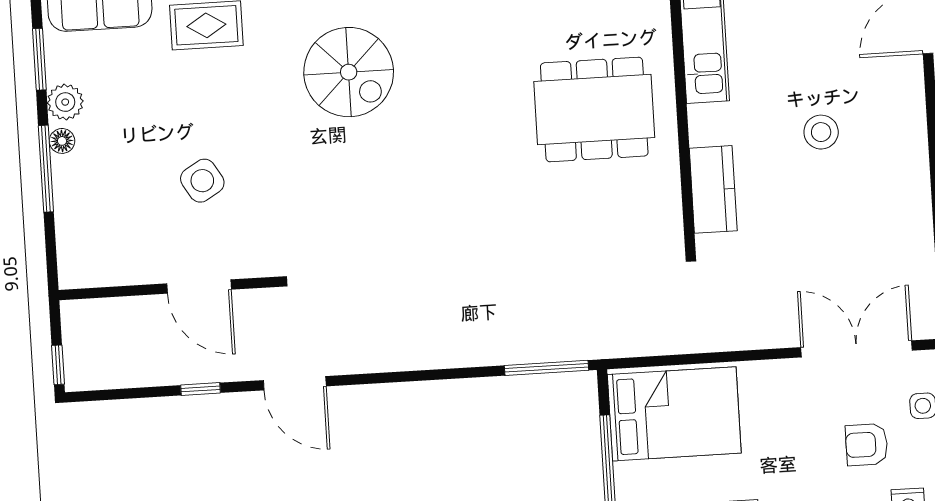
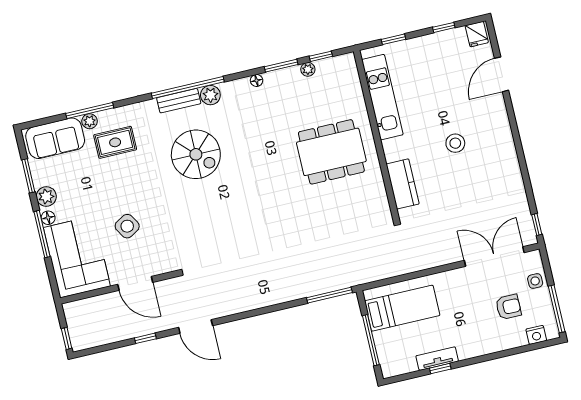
corner sofa: (102, 221) -> (77, 257), added
bed: (674, 414) -> (402, 308), width x0.67
armchair: (867, 445) -> (508, 307), turned 180

